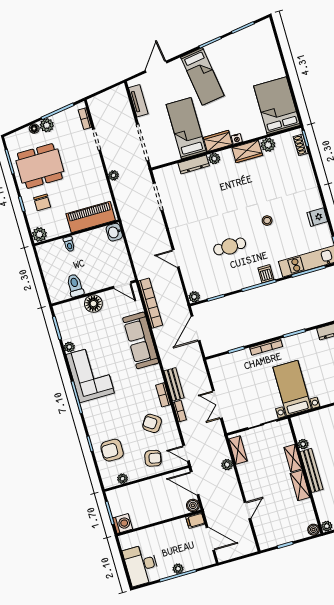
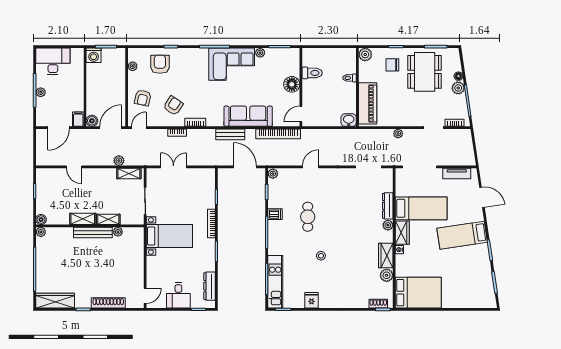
dishwasher: (266, 274) -> (275, 214), moved
bench: (174, 384) -> (230, 134), moved

